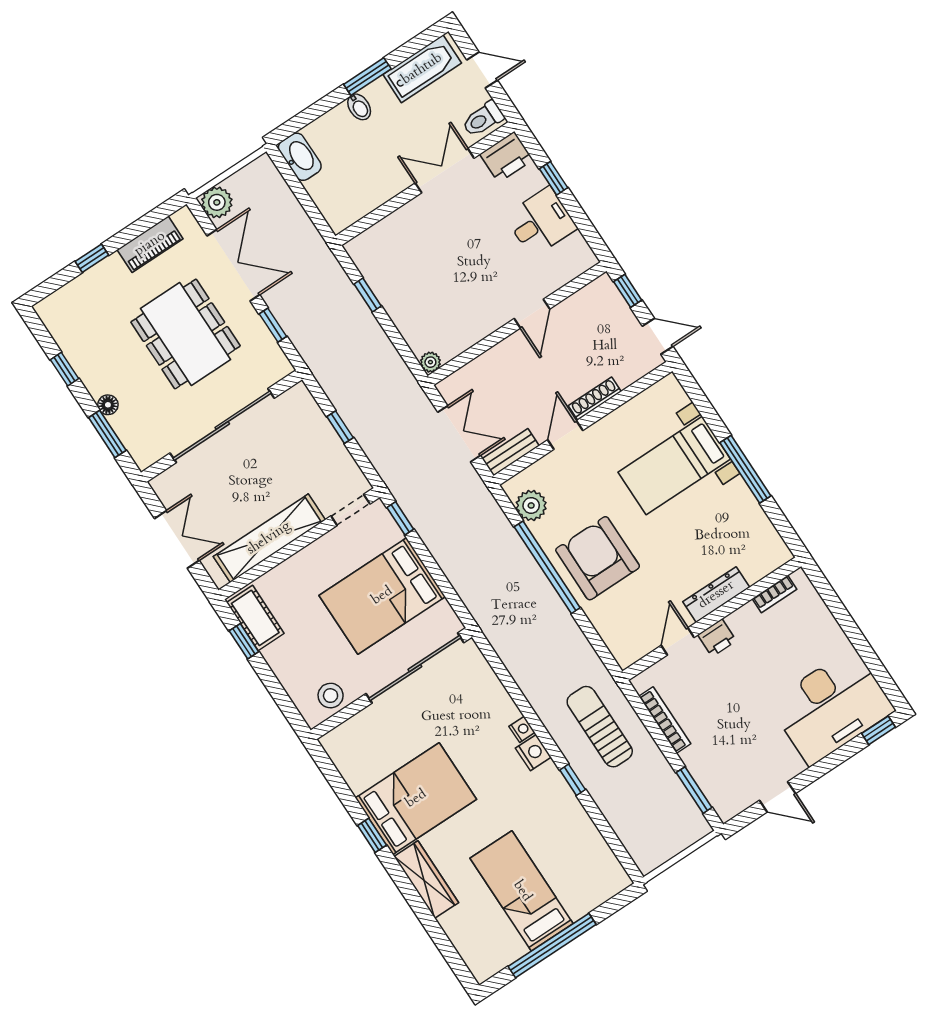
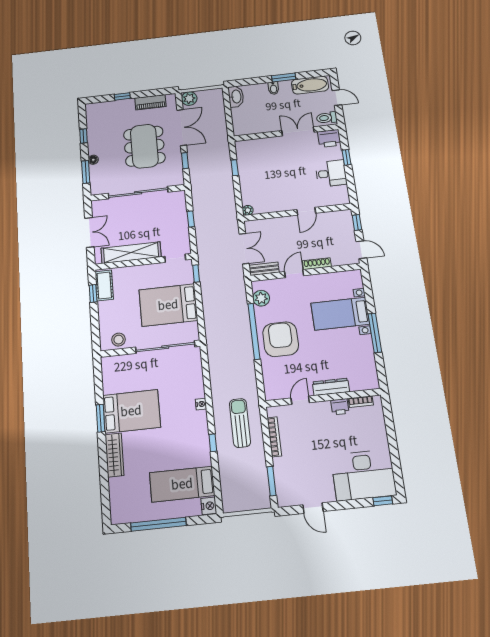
printer: (717, 638) -> (340, 407), moved
nightstand: (533, 753) -> (209, 506), moved
window: (372, 835) -> (101, 418), width x1.50
bed: (522, 891) -> (182, 484), moved, turned -90

